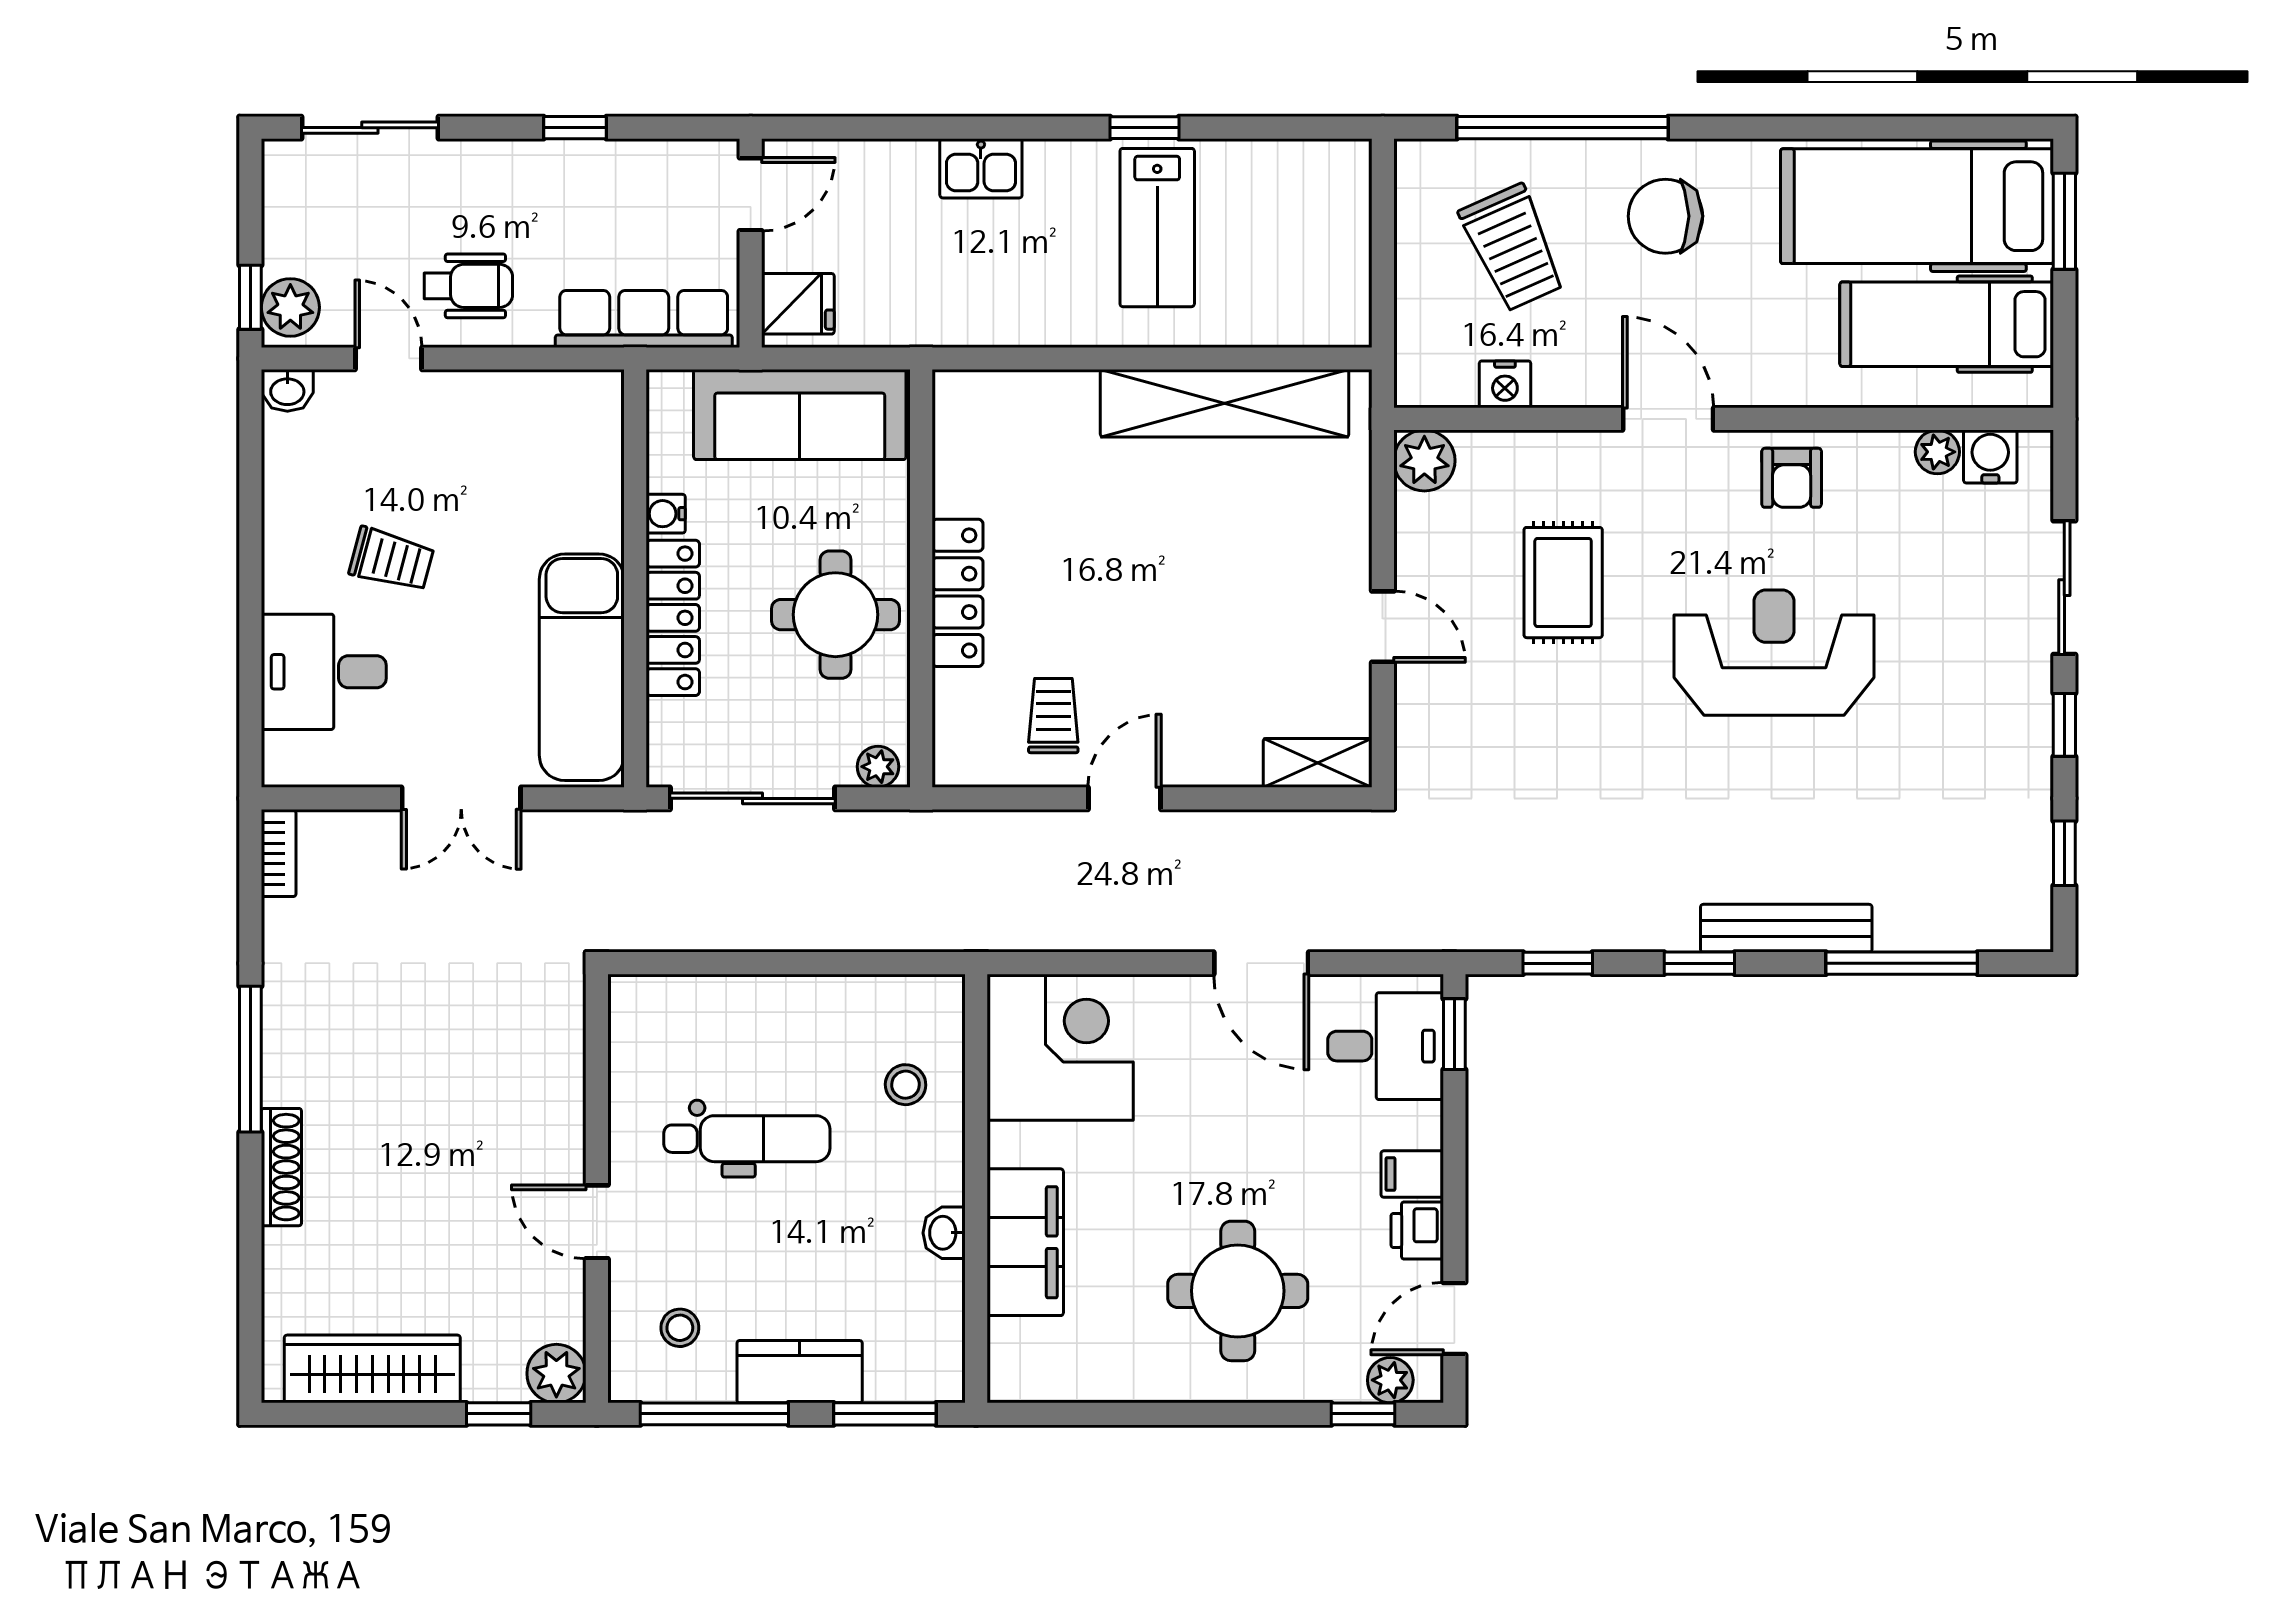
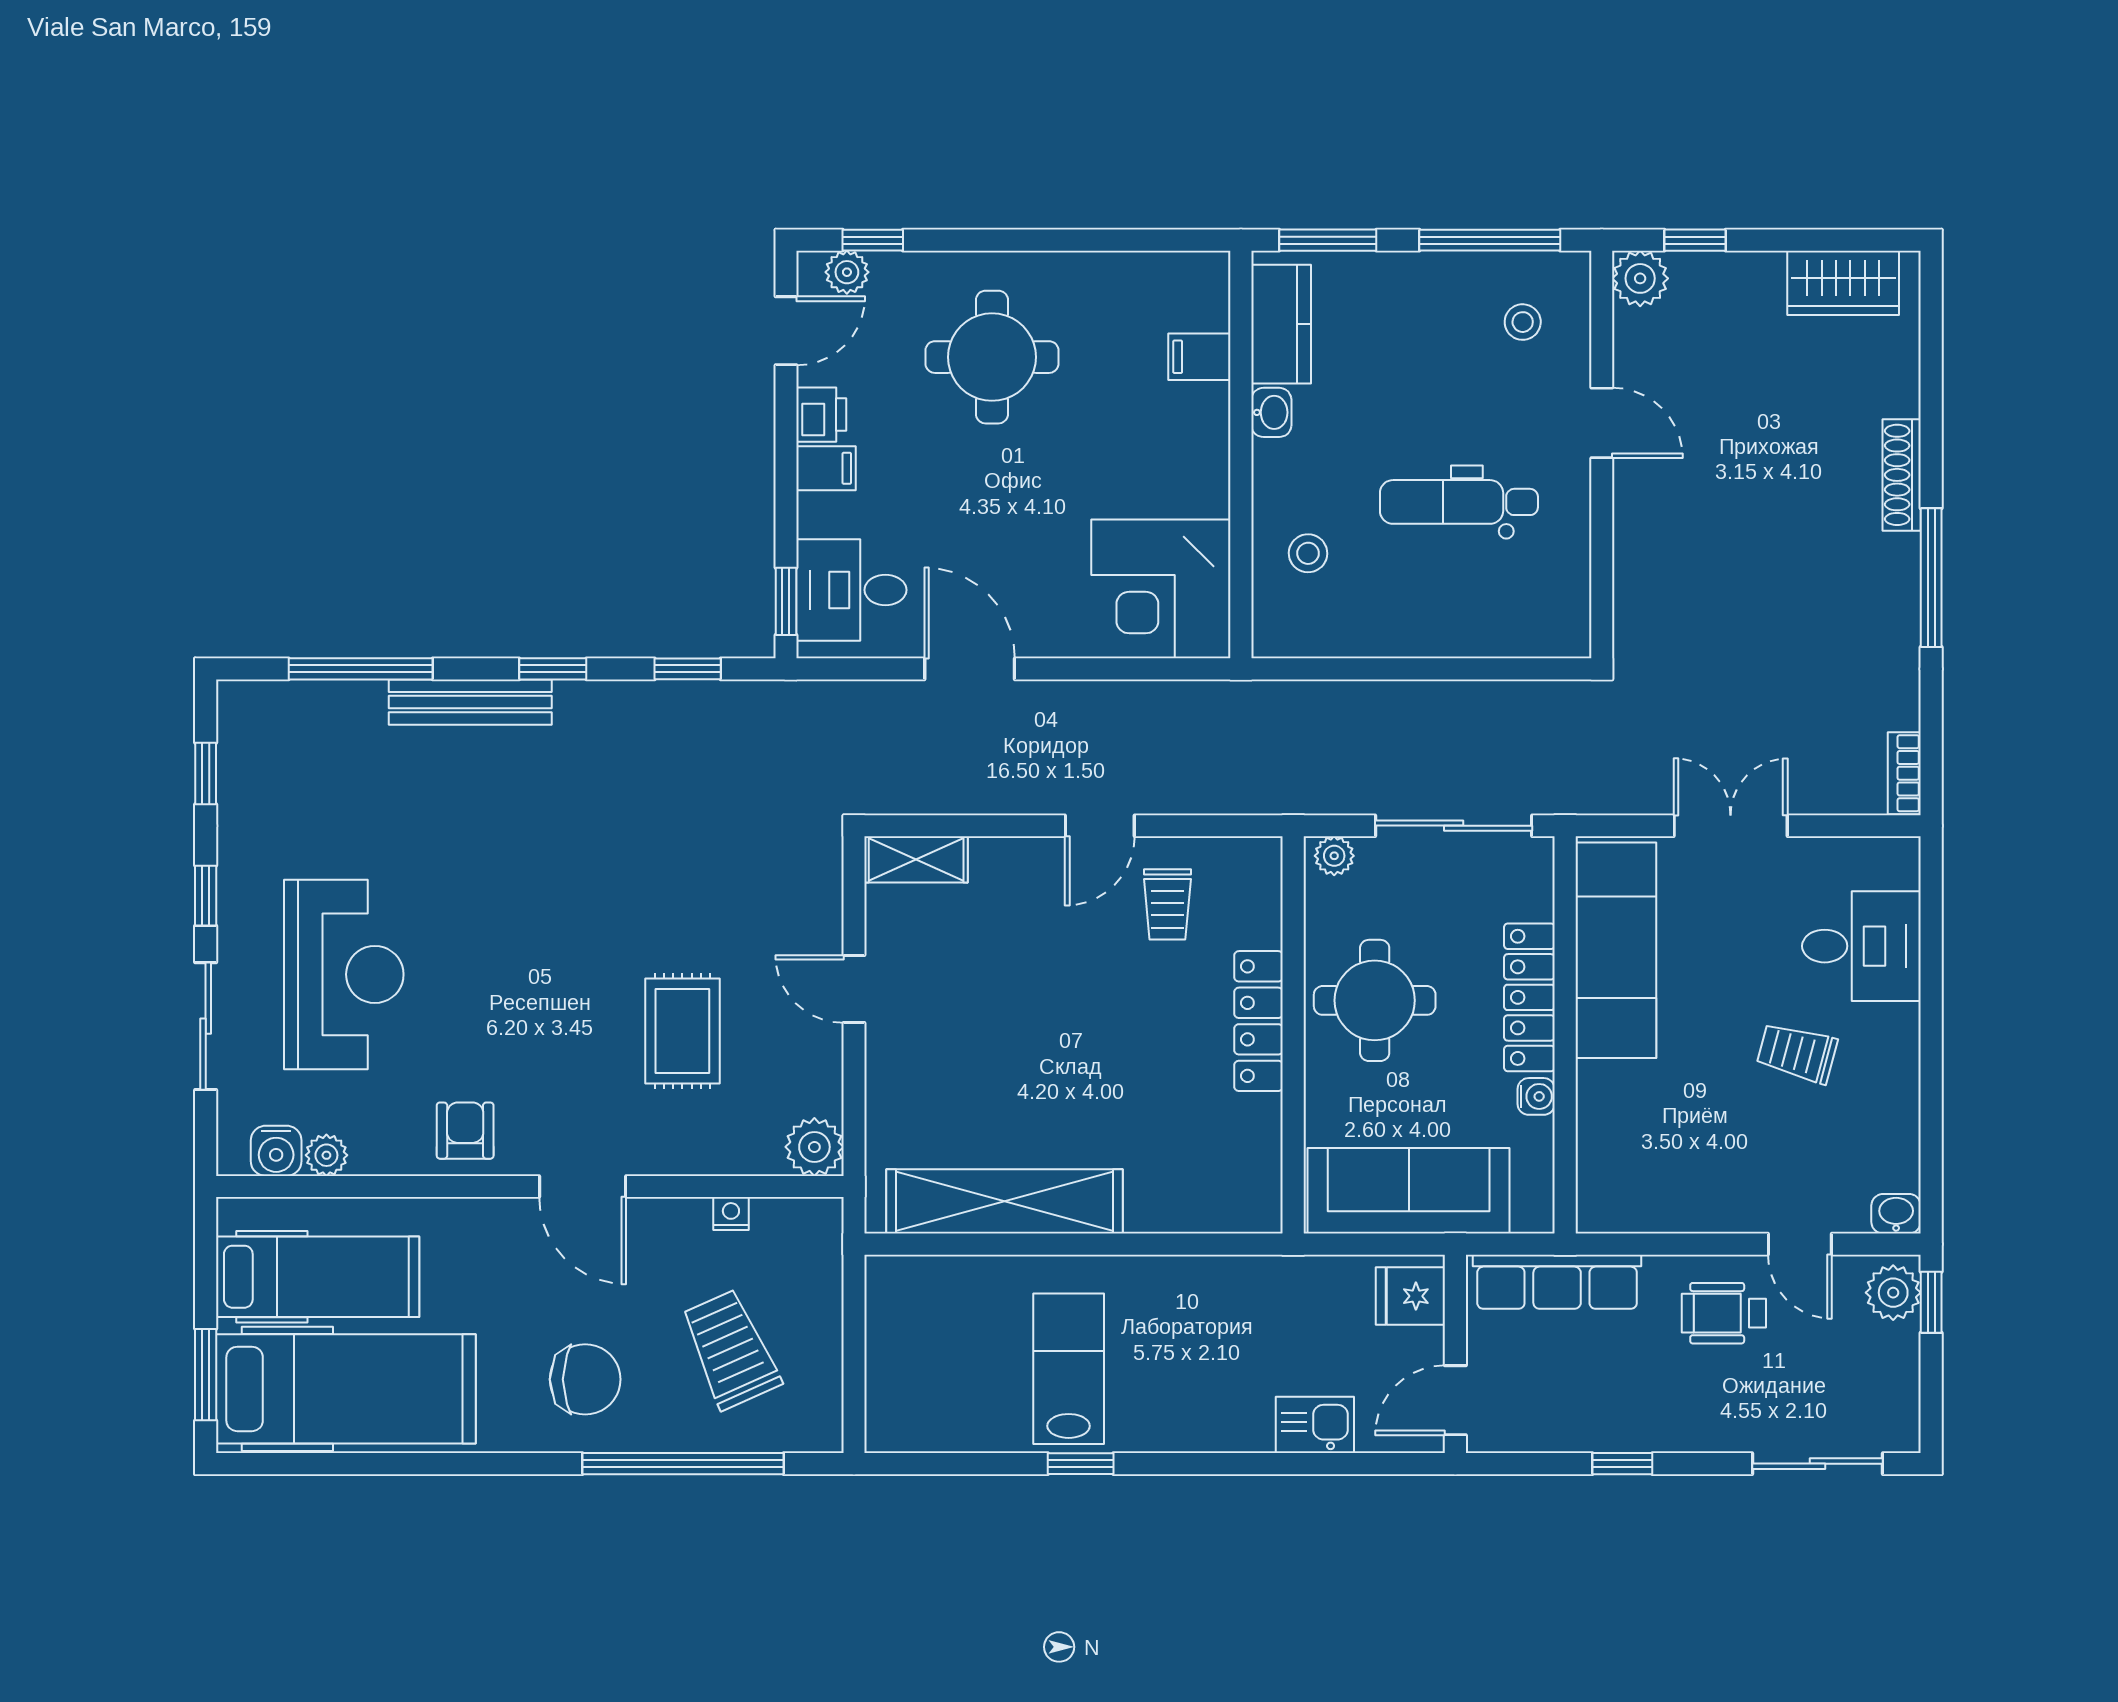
kitchen sink: (981, 168) -> (1315, 1425), moved
nightstand: (1505, 384) -> (731, 1214), width x0.72, depth x0.74
reception desk: (1774, 653) -> (344, 974), moved, turned -90
filing cabinet: (1025, 1242) -> (1199, 357), width x0.33, depth x0.86
wardrobe: (372, 1369) -> (1843, 283), width x0.67
kitchen counter: (800, 1372) -> (1281, 324), moved, turned -90

